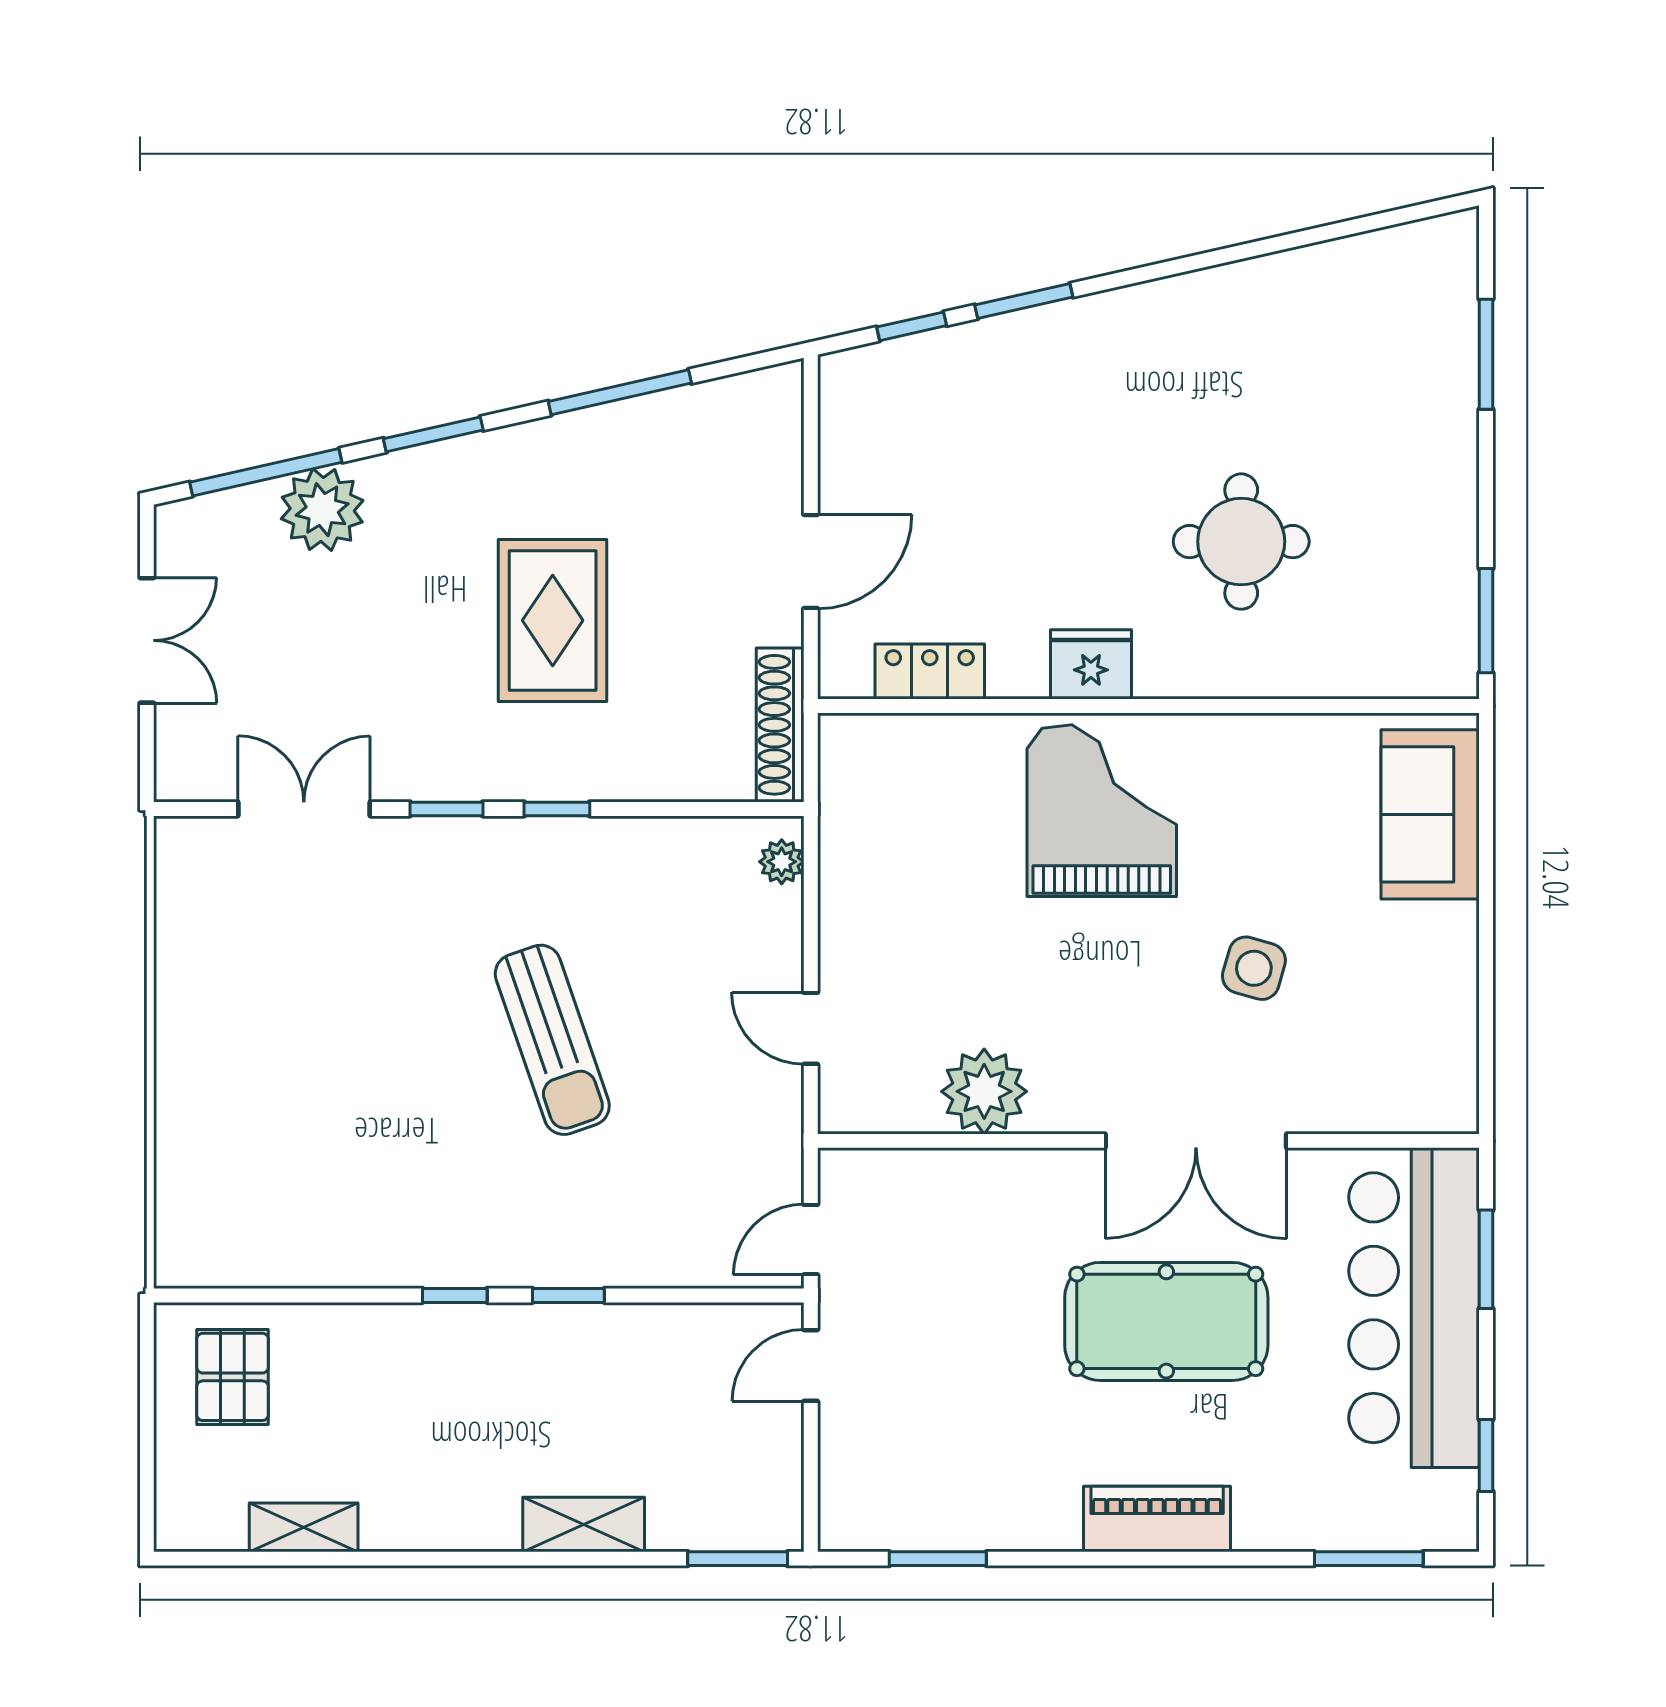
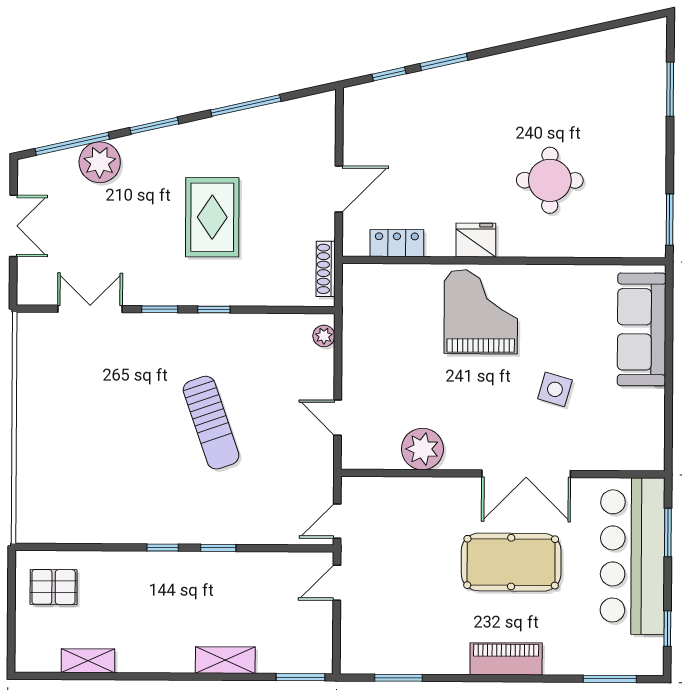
shoe rack: (780, 725) -> (326, 269), width x0.74, depth x0.81
sofa: (1430, 814) -> (642, 329), width x1.36
pallet: (233, 1377) -> (54, 587), turned 90

